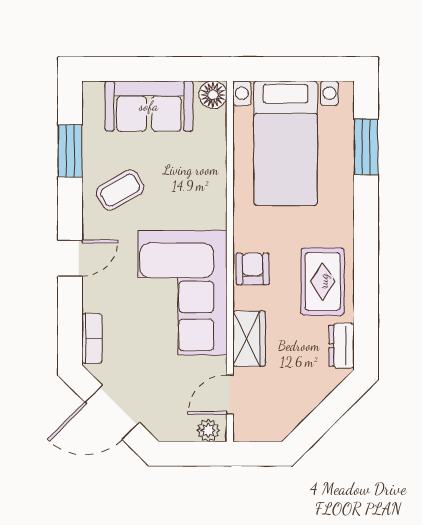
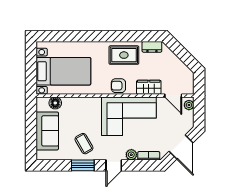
floor lamp: (213, 95) -> (55, 103), moved
window: (366, 147) -> (65, 36), removed
window: (70, 151) -> (83, 165), moved
door: (70, 258) -> (114, 165), swing flipped
plant: (94, 298) -> (131, 155), added

